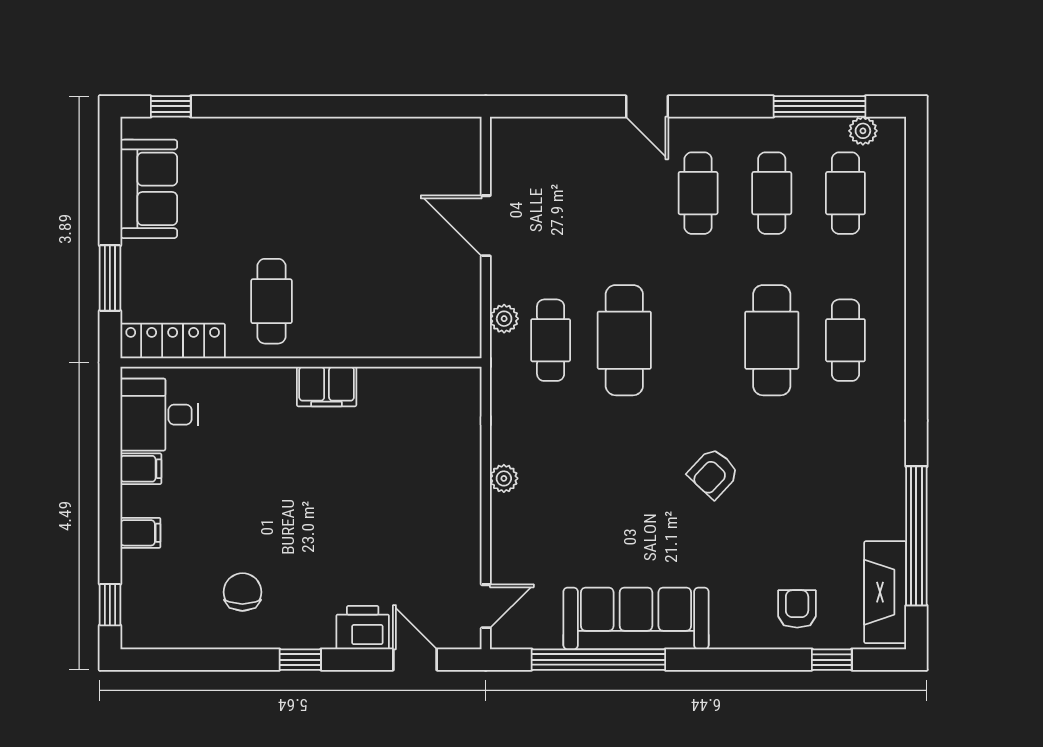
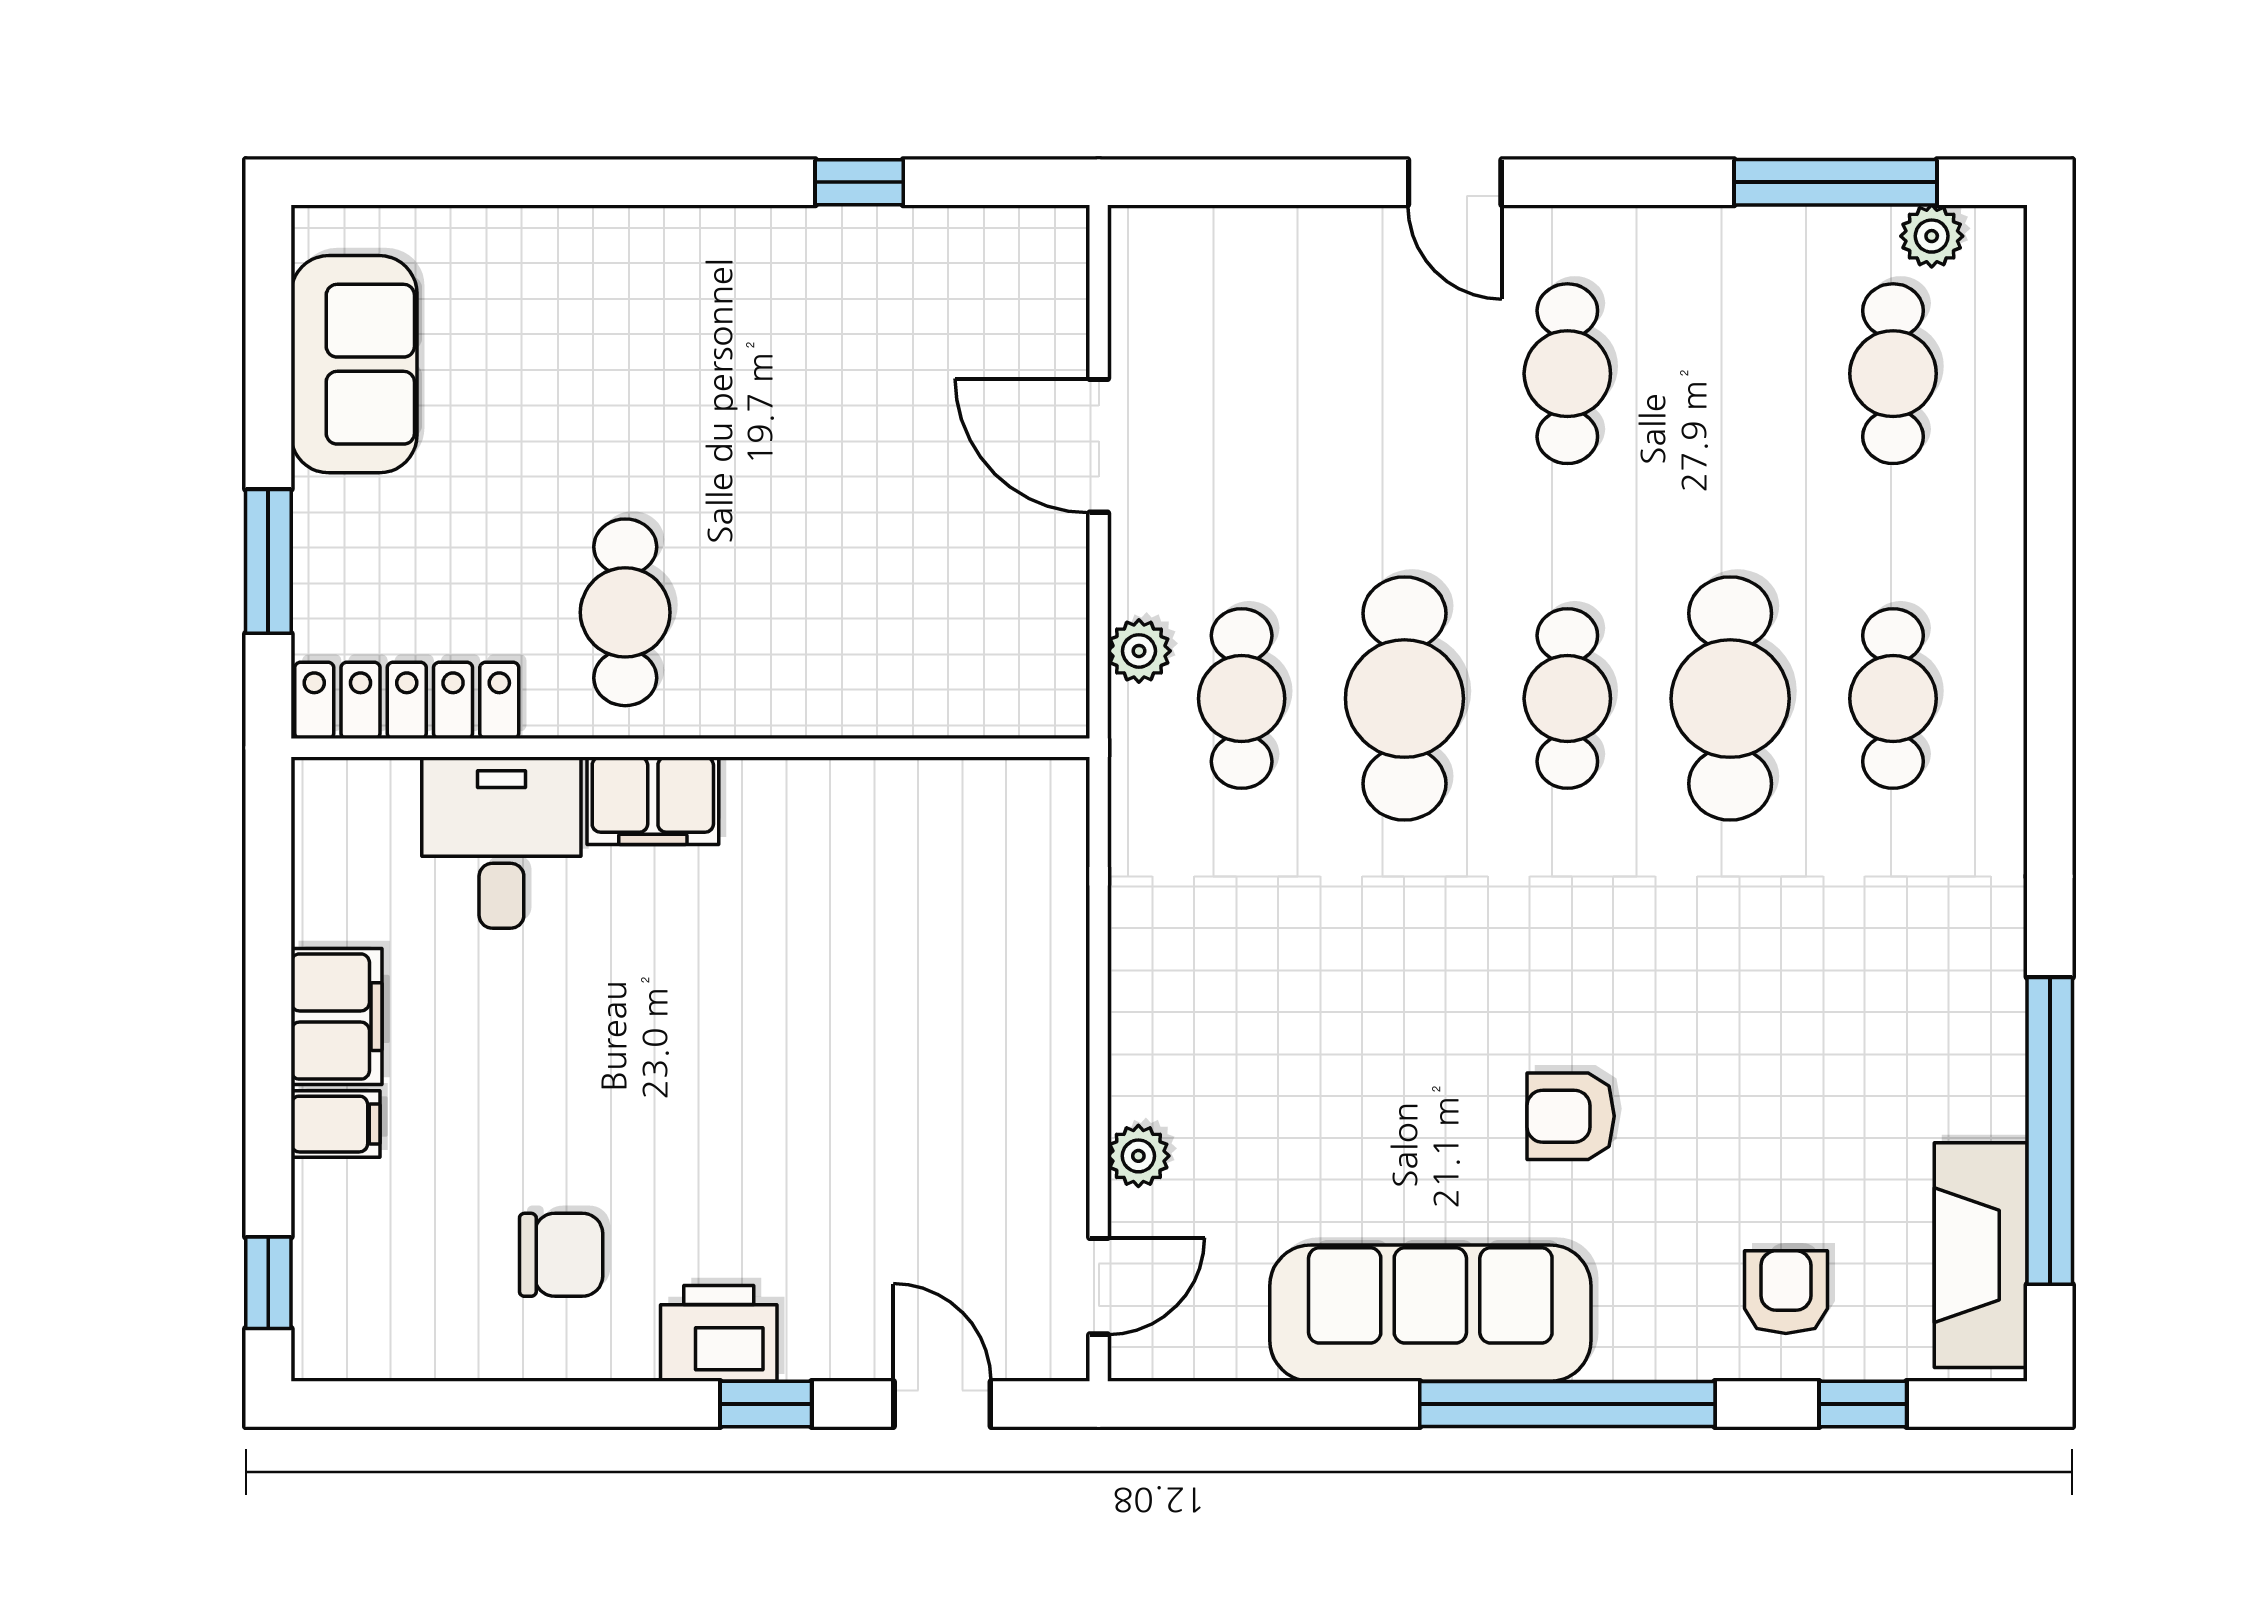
window: (171, 106) -> (859, 182), moved
cafe table: (772, 193) -> (1567, 699), moved
filing cabinet: (327, 386) -> (653, 801), moved
desk: (159, 415) -> (501, 843), moved, turned 90
filing cabinet: (141, 469) -> (337, 1017), width x2.00
armchair: (713, 473) -> (1571, 1116), moved, turned 47
plant: (504, 478) -> (1138, 1156), moved
chair: (242, 592) -> (561, 1255), turned 90
printer: (363, 628) -> (719, 1333), moved
window: (300, 660) -> (766, 1404), moved
window: (598, 660) -> (1567, 1404), moved

